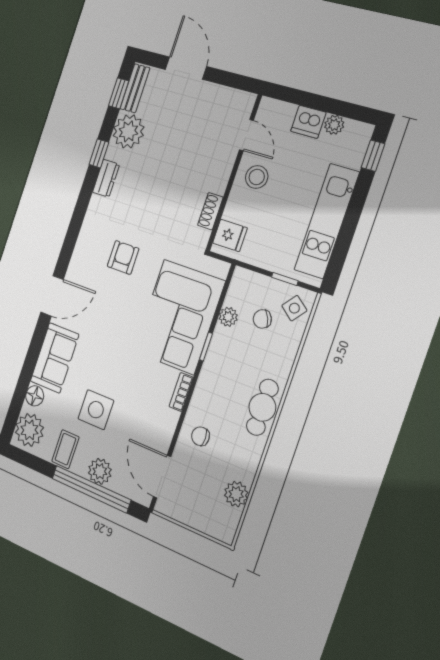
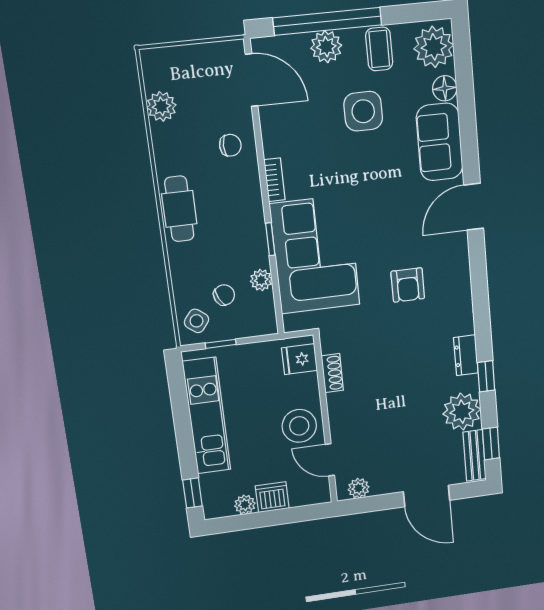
plant: (235, 99) -> (359, 488), added
stool: (257, 177) -> (299, 426), width x1.38, depth x1.38

